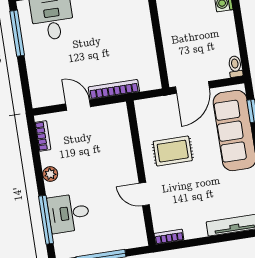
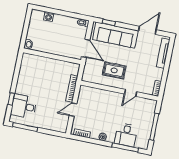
rug: (173, 151) -> (114, 70), turned 90

